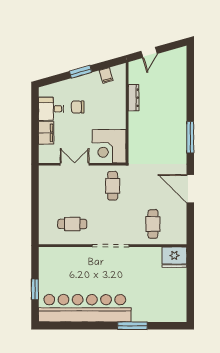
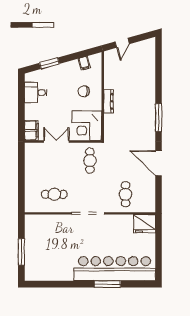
window: (81, 72) -> (49, 63), moved
dresser: (134, 98) -> (108, 101), moved
chair: (78, 107) -> (84, 91), moved
filing cabinet: (46, 133) -> (31, 130), moved
window: (35, 289) -> (21, 252), width x1.44
bar counter: (85, 308) -> (114, 269), moved

